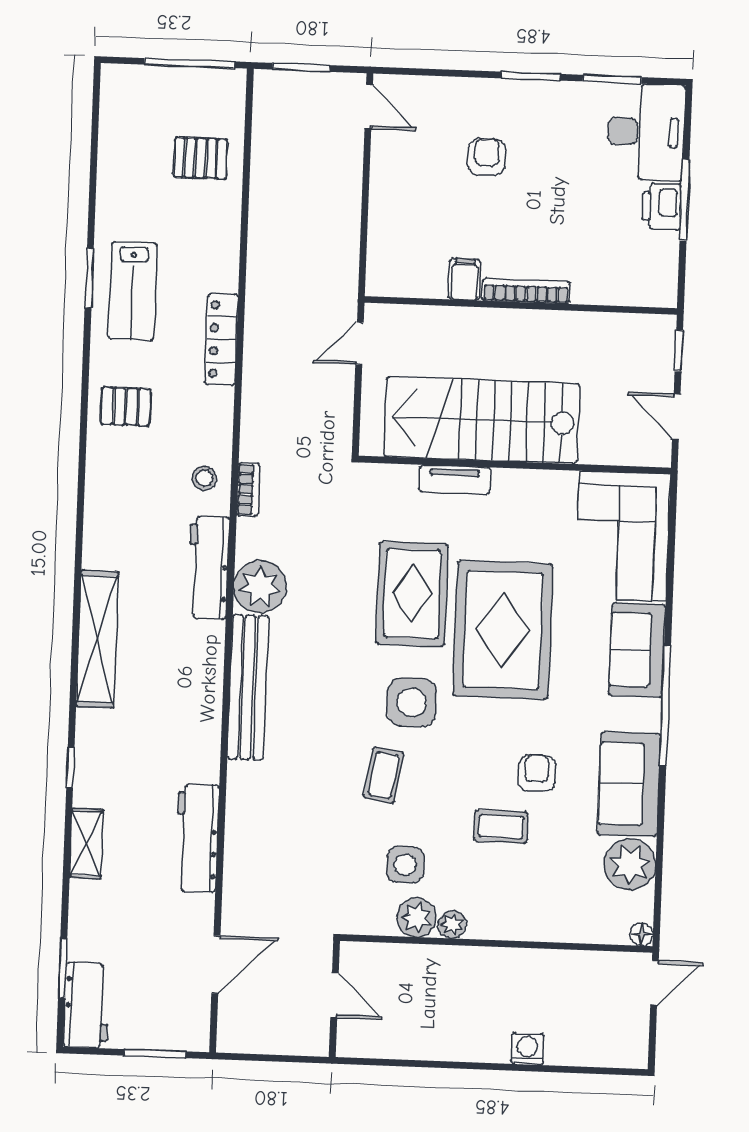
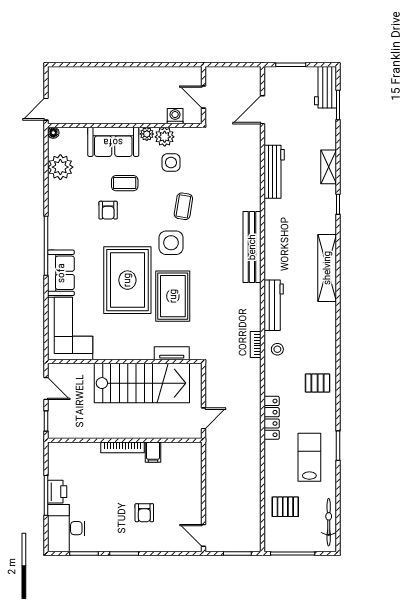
bicycle: (114, 124) -> (329, 522), added
lab bench: (133, 291) -> (309, 457), moved
tv unit: (455, 479) -> (172, 353), moved
plant: (260, 587) -> (248, 297), removed
sofa: (629, 784) -> (113, 142), moved, turned 90
washing machine: (527, 1049) -> (175, 116), moved, turned 180

